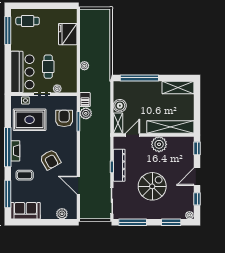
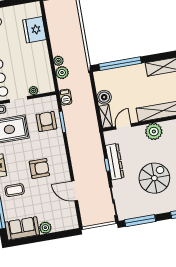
cafe table: (48, 67) -> (20, 69), removed
plant: (86, 113) -> (62, 73), moved
armchair: (50, 160) -> (39, 168), turned -60
plant: (62, 214) -> (45, 228), moved

